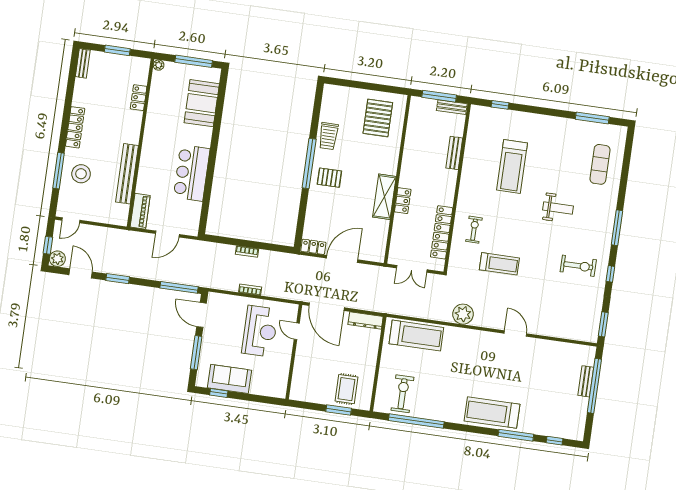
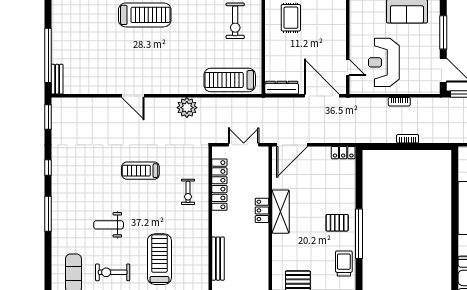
bench: (454, 153) -> (218, 259), width x1.36
door: (342, 259) -> (292, 145), moved
treadmill: (499, 264) -> (140, 171), moved
exercise bike: (578, 266) -> (113, 272), moved
bench: (586, 381) -> (57, 79), moved

